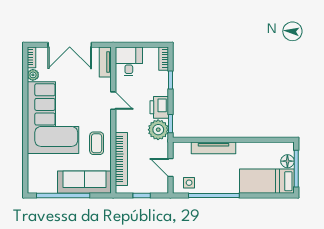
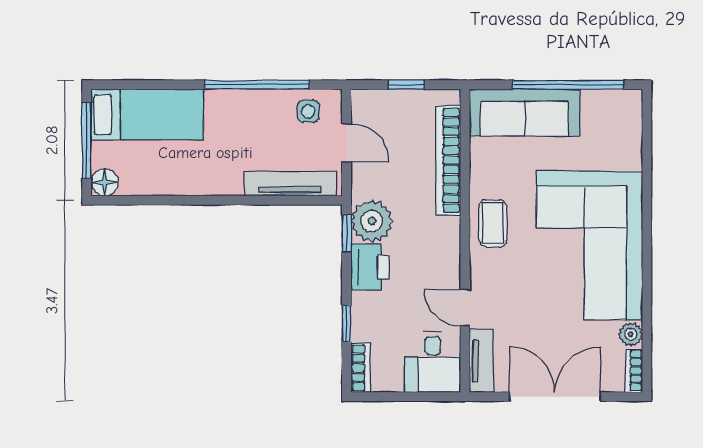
door: (113, 101) -> (465, 308), moved
coffee table: (97, 143) -> (493, 223), moved
tv unit: (213, 148) -> (290, 183), moved
floor lamp: (287, 161) -> (105, 182), moved

